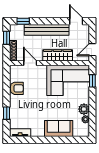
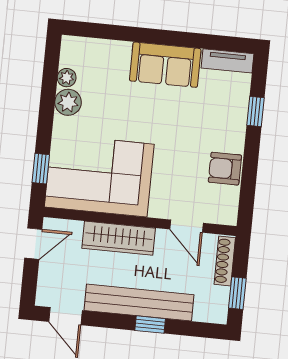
window: (23, 21) -> (150, 325), moved
sofa: (59, 129) -> (165, 65), moved

